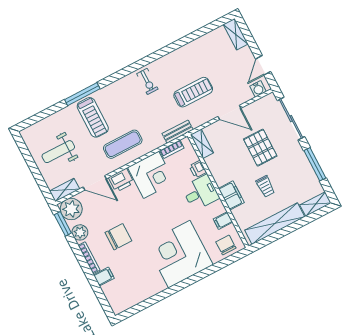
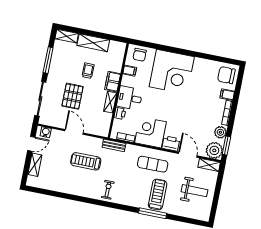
shelving: (236, 34) -> (35, 165), moved
shelving: (202, 144) -> (110, 102), moved
shelving: (275, 224) -> (93, 43), width x0.68
chair: (118, 237) -> (226, 75), moved

